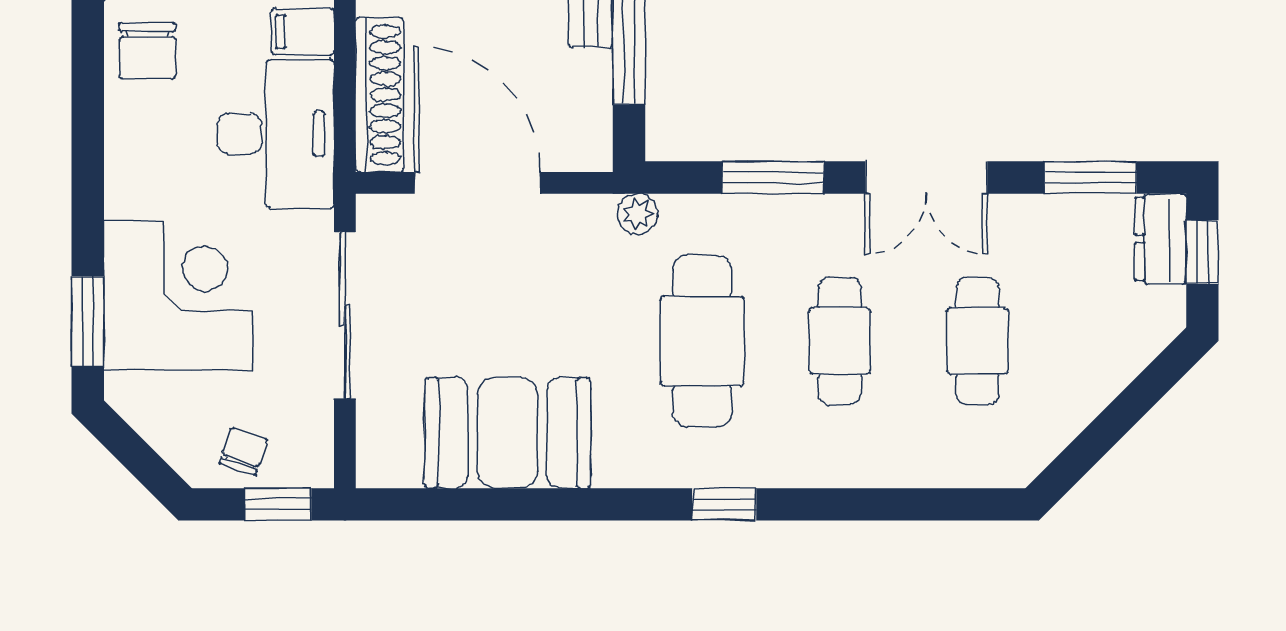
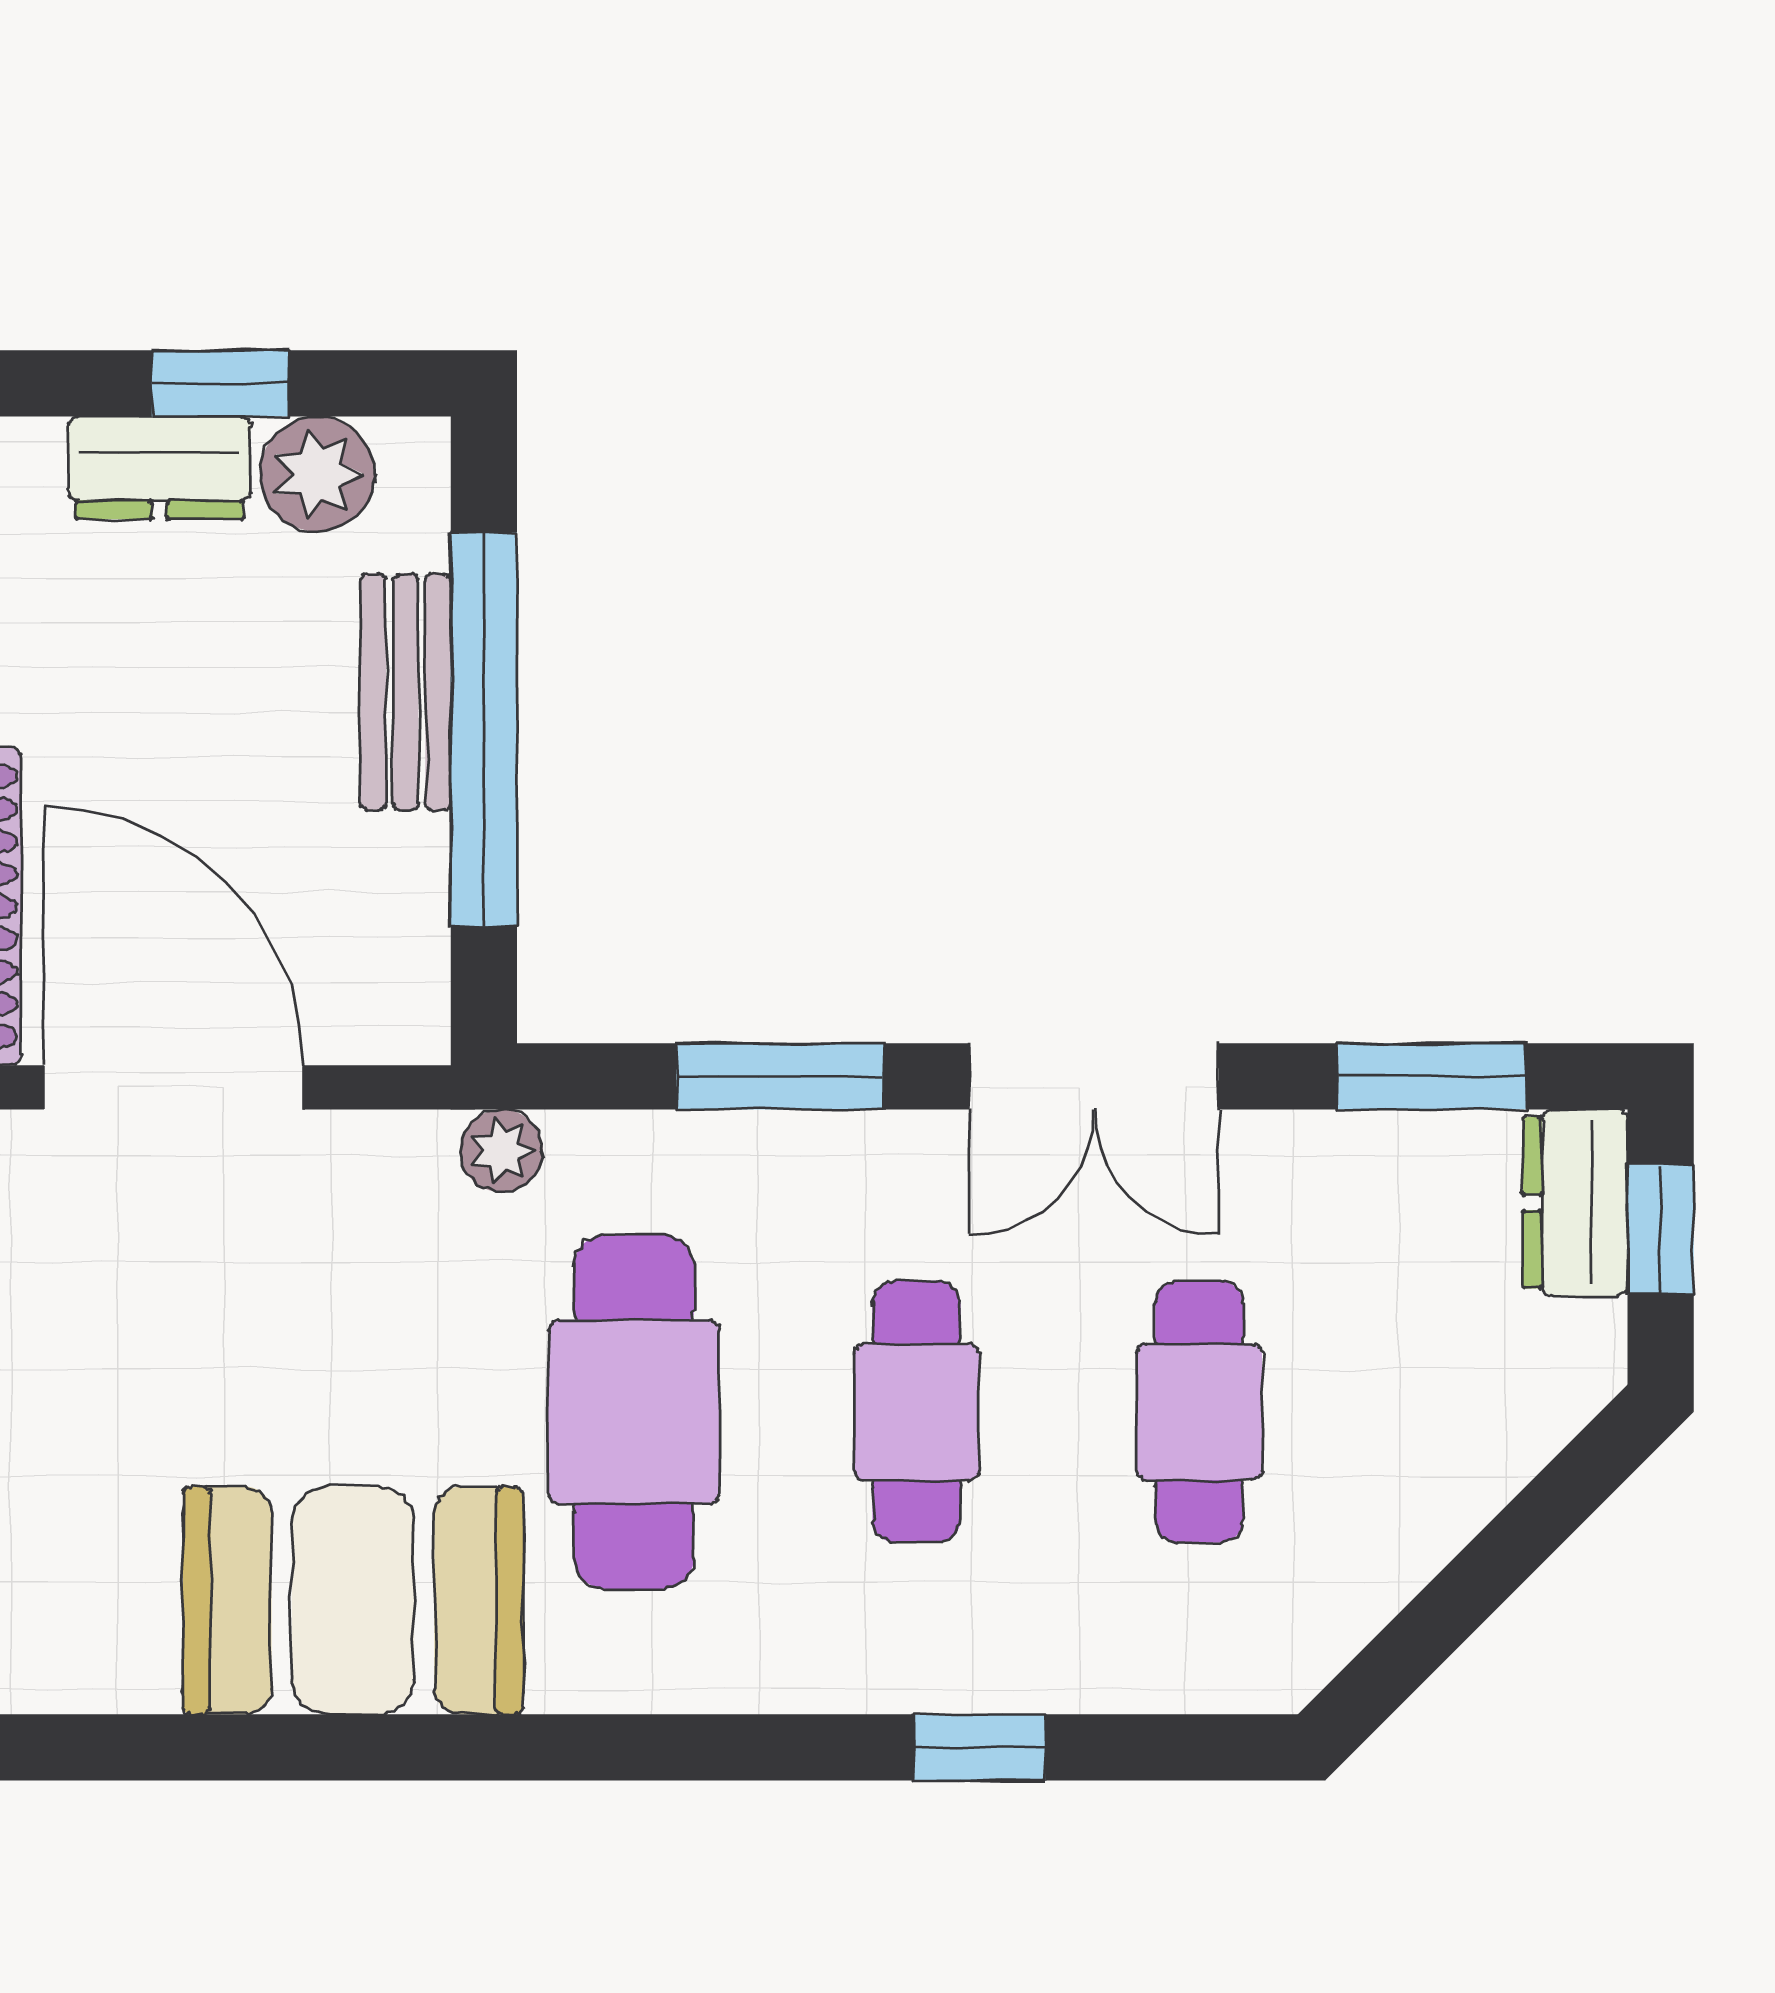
booth: (508, 433) -> (353, 1600), moved
window: (724, 504) -> (980, 1747), moved

